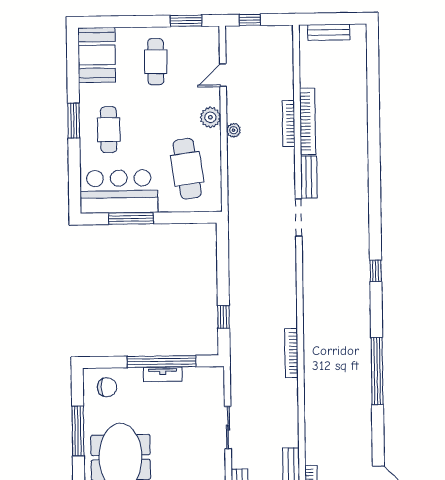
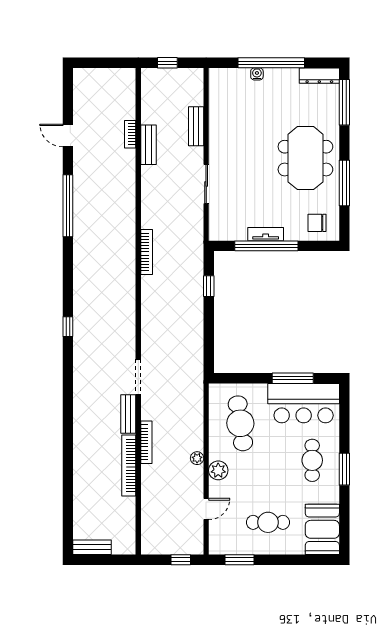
bench: (329, 32) -> (92, 547), moved
cafe table: (156, 62) -> (268, 522), turned 90
bookcase: (289, 124) -> (146, 442), moved
window: (377, 371) -> (68, 206), moved

